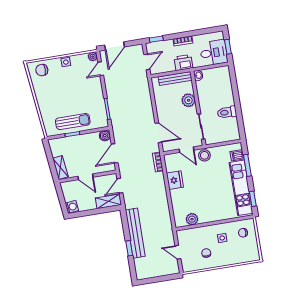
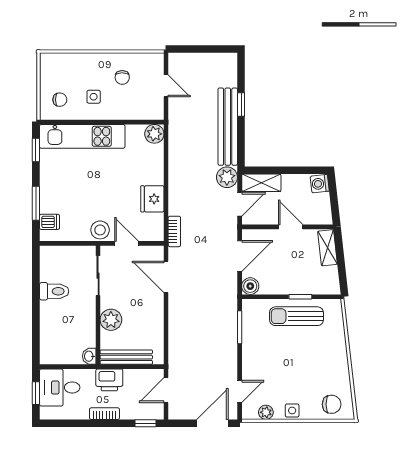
plant: (93, 57) -> (266, 412), moved
kitchen unit: (241, 188) -> (82, 136), moved, turned 90
plant: (131, 201) -> (227, 177), added
plant: (192, 219) -> (154, 134), moved

